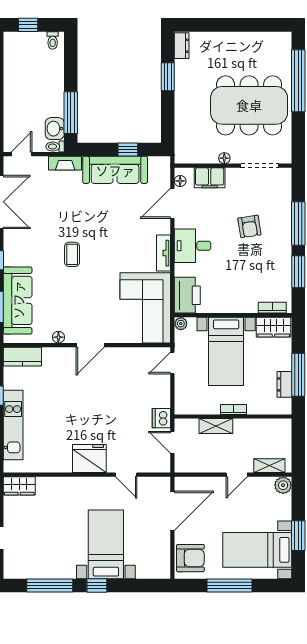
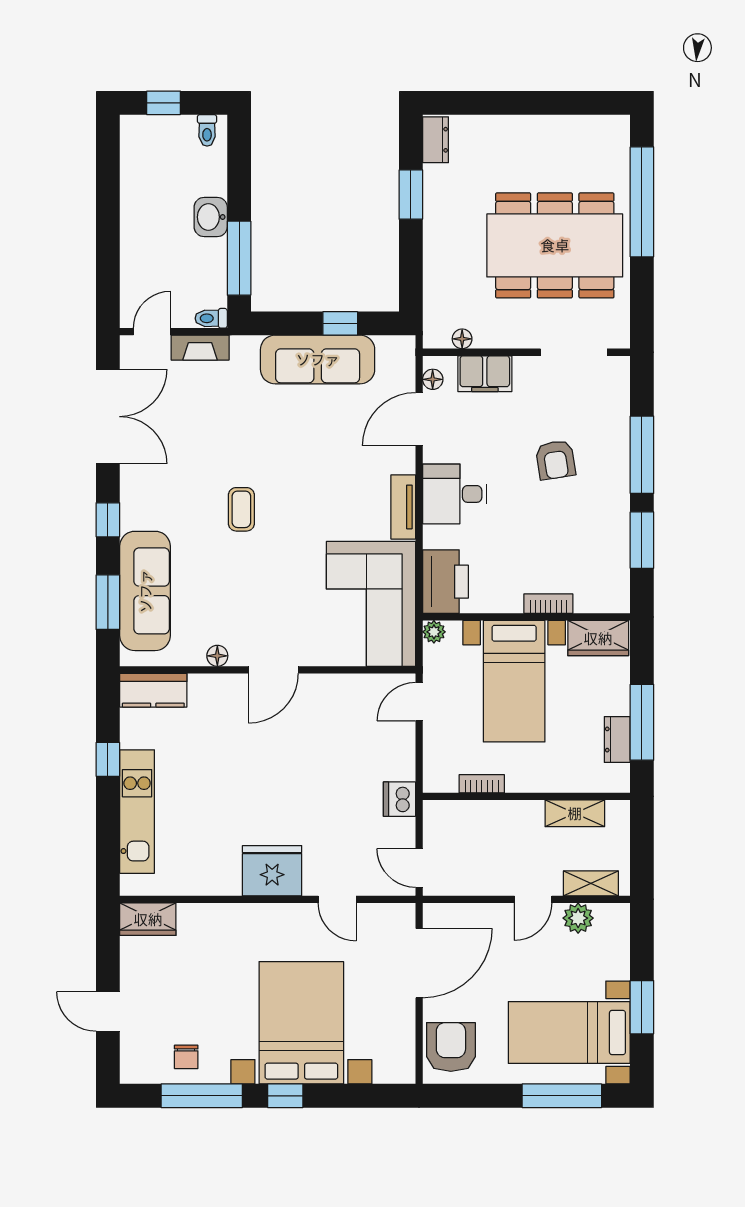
washbasin: (55, 129) -> (211, 217), moved
floor lamp: (224, 158) -> (462, 339), moved
fireplace: (65, 163) -> (200, 348), moved
bookcase: (272, 308) -> (548, 604), moved
bookcase: (233, 409) -> (482, 784), moved
shelving: (216, 426) -> (575, 813), moved
door: (172, 442) -> (419, 868), moved
plant: (283, 485) -> (578, 918), moved
bed with nightstands: (106, 544) -> (301, 1023), width x1.36
armchair: (190, 558) -> (451, 1047), turned -90
chair: (41, 564) -> (186, 1057), added
window: (230, 586) -> (562, 1096), moved

